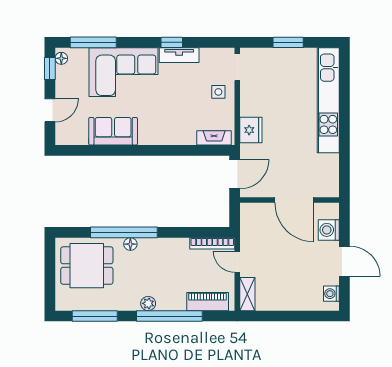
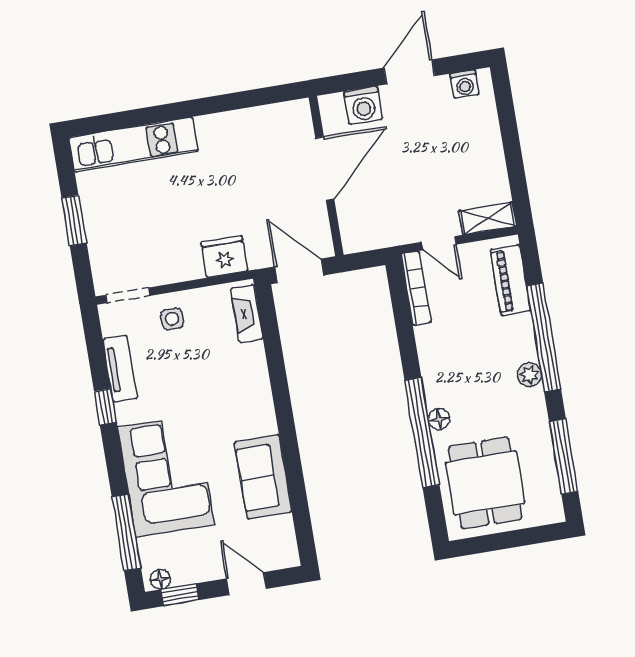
tv unit: (179, 55) -> (120, 369), moved
kitchen unit: (328, 100) -> (134, 145), width x0.73
door: (237, 262) -> (439, 243), hinge flipped

